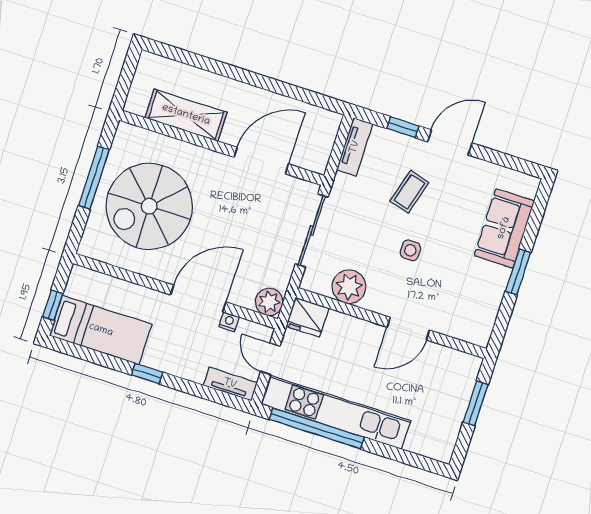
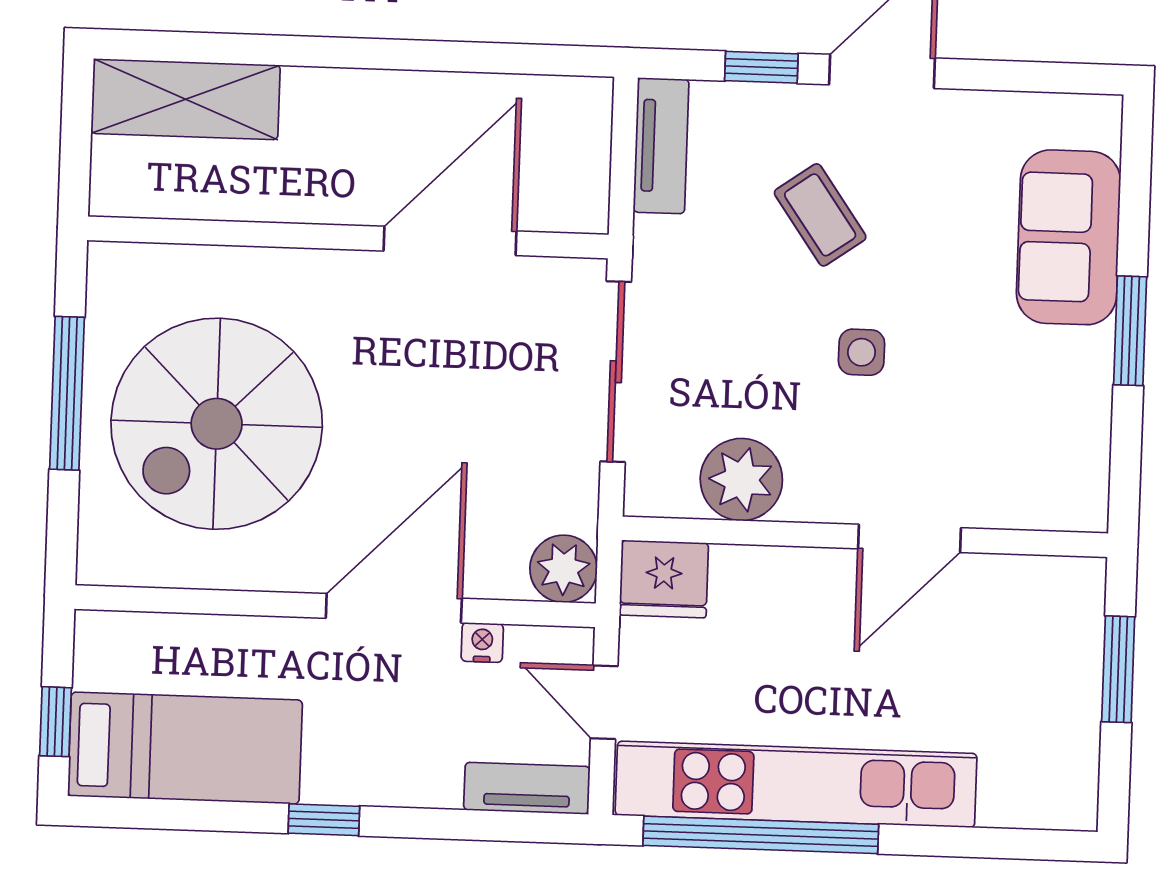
shelving: (186, 115) -> (186, 99), moved
coffee table: (409, 192) -> (820, 215), turned -51

